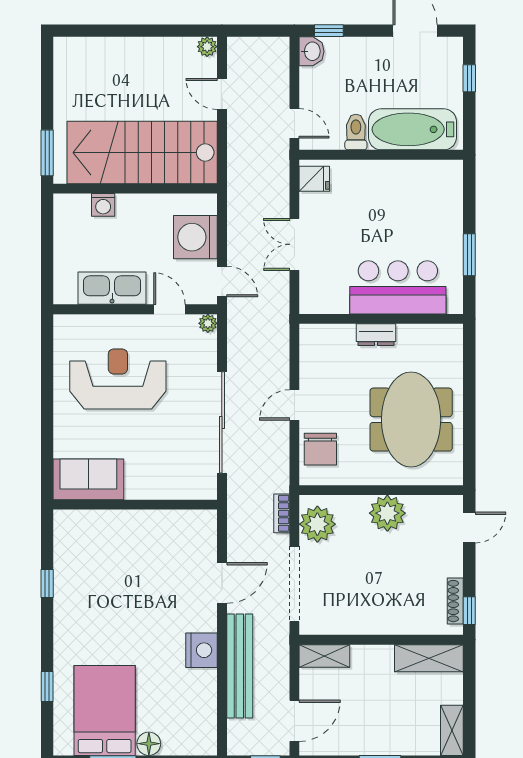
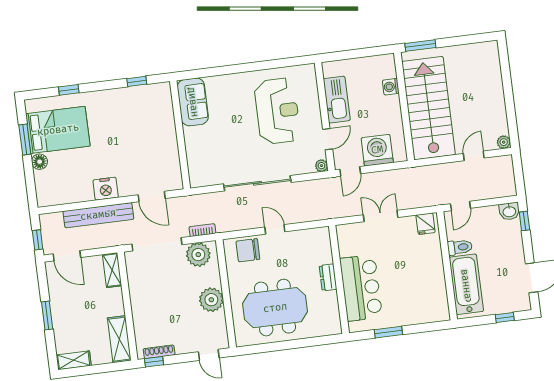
sofa: (88, 479) -> (193, 102), moved
wall: (135, 505) -> (180, 135), moved

